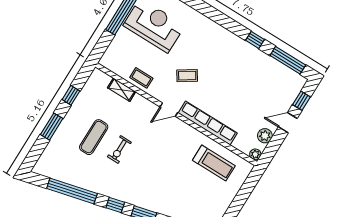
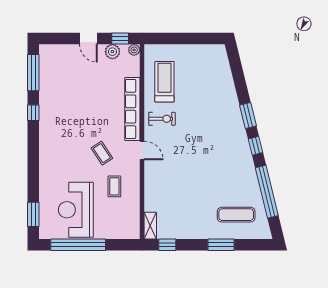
coffee table: (141, 78) -> (114, 186), moved
shelving: (122, 90) -> (150, 226), moved
window: (71, 95) -> (167, 245), moved
window: (301, 101) -> (120, 39), moved
exercise mat: (94, 137) -> (236, 215), moved
exercise bike: (119, 150) -> (162, 119), moved

